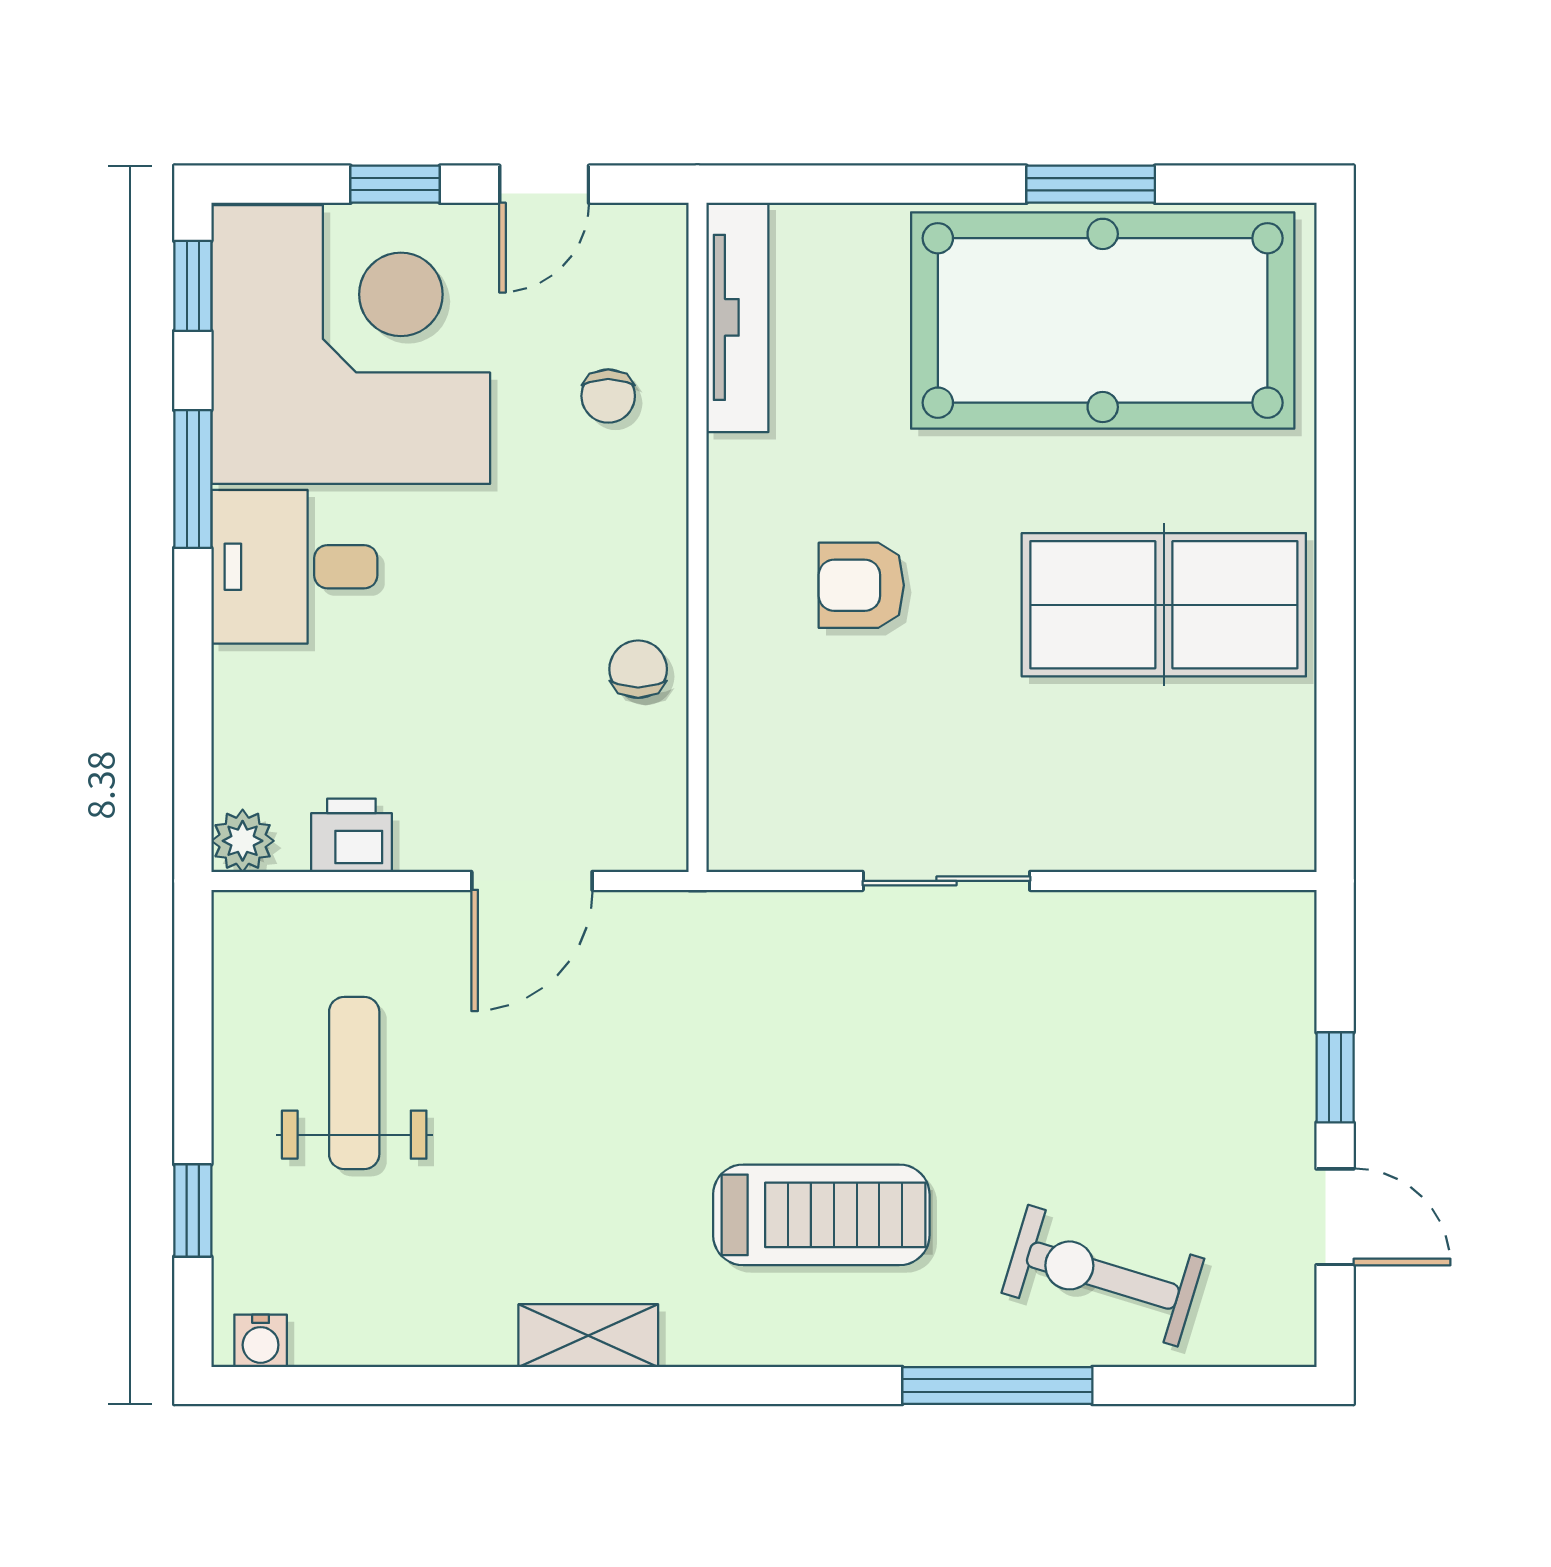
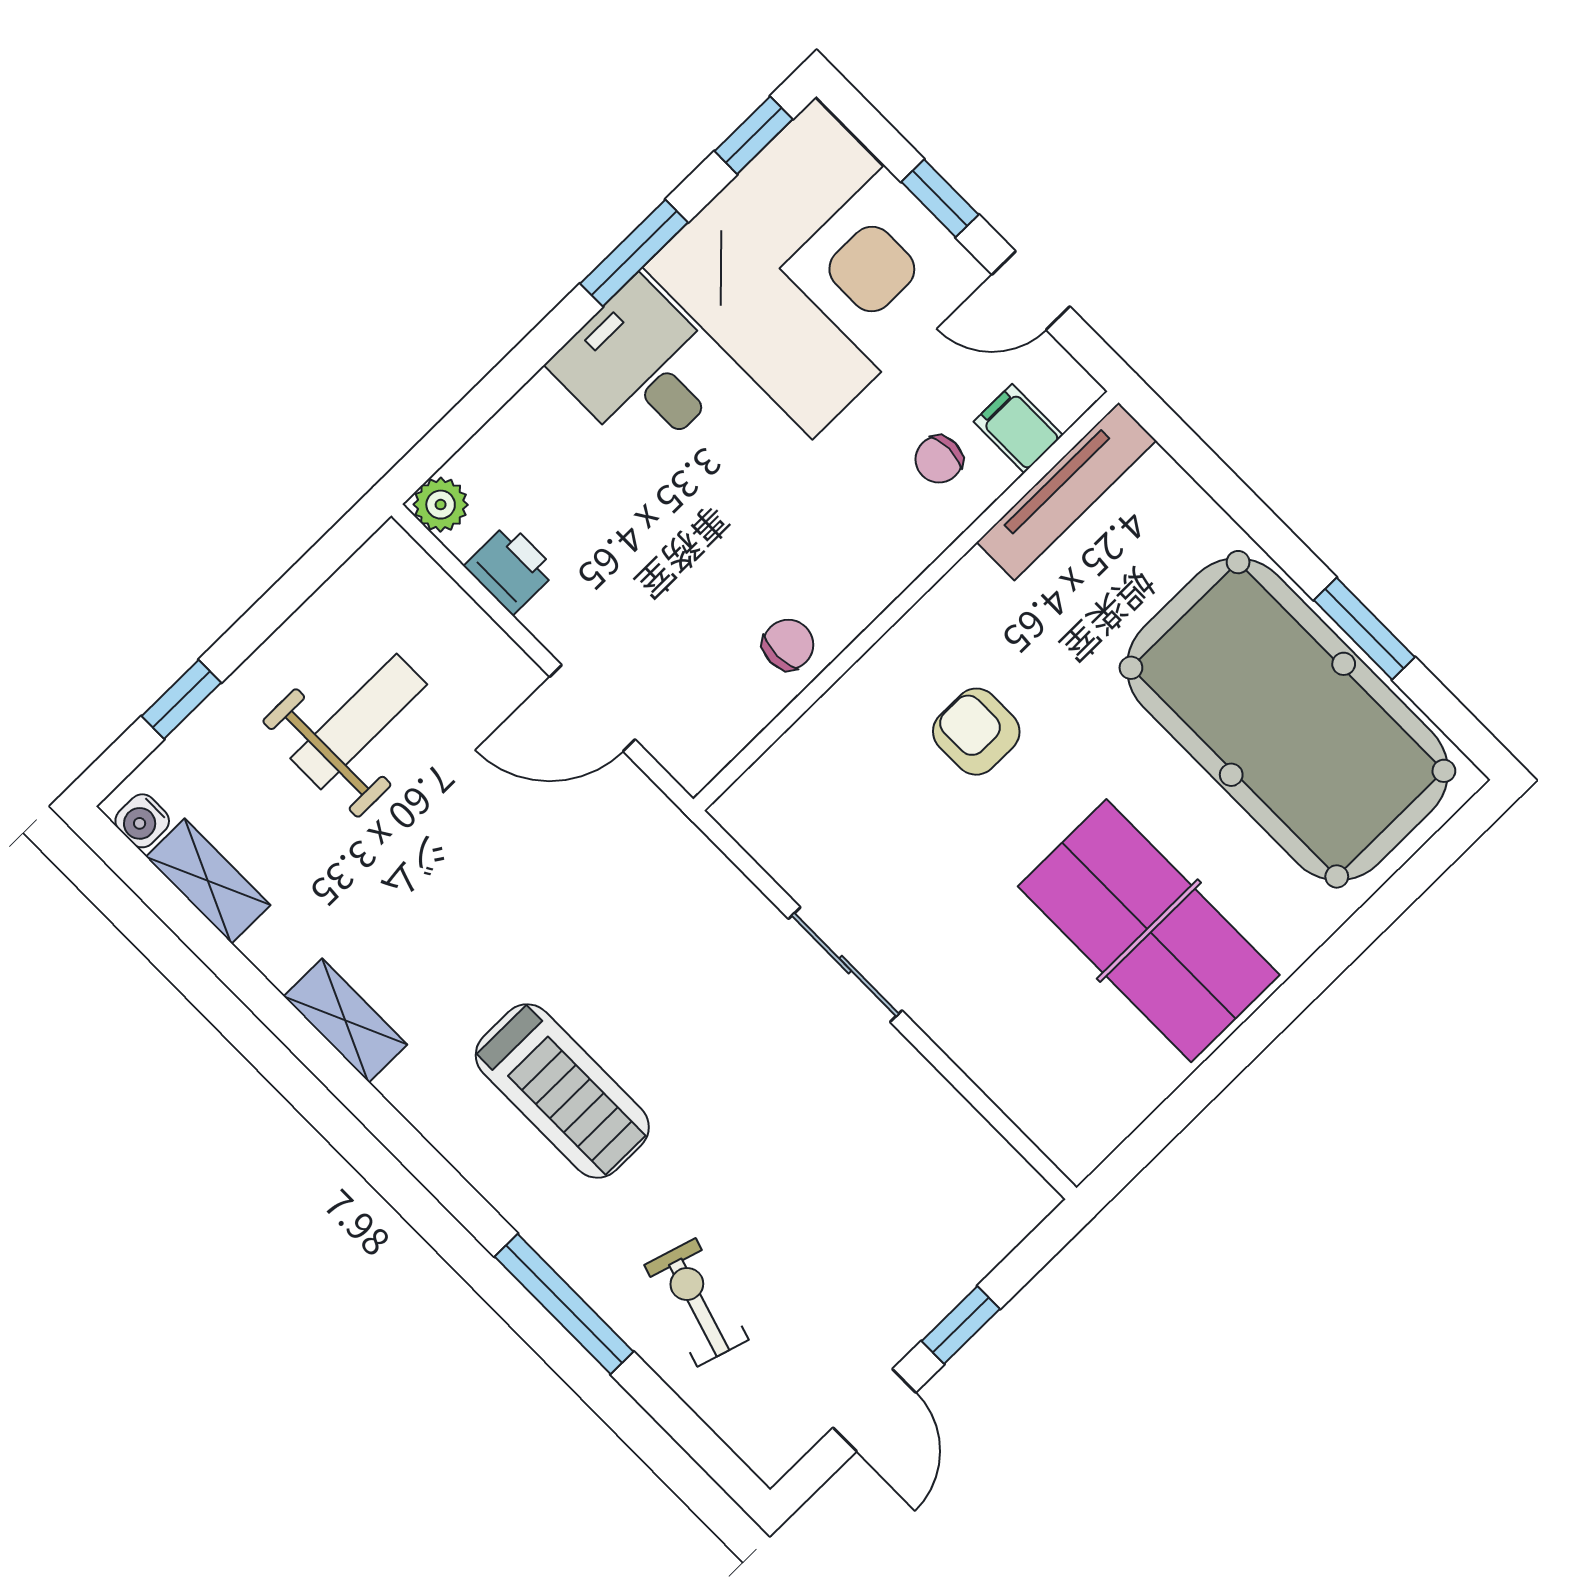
filing cabinet: (647, 306) -> (1018, 428), added
exercise bike: (1103, 1276) -> (696, 1302), width x0.73, depth x0.72
shelving: (363, 1335) -> (208, 881), added

